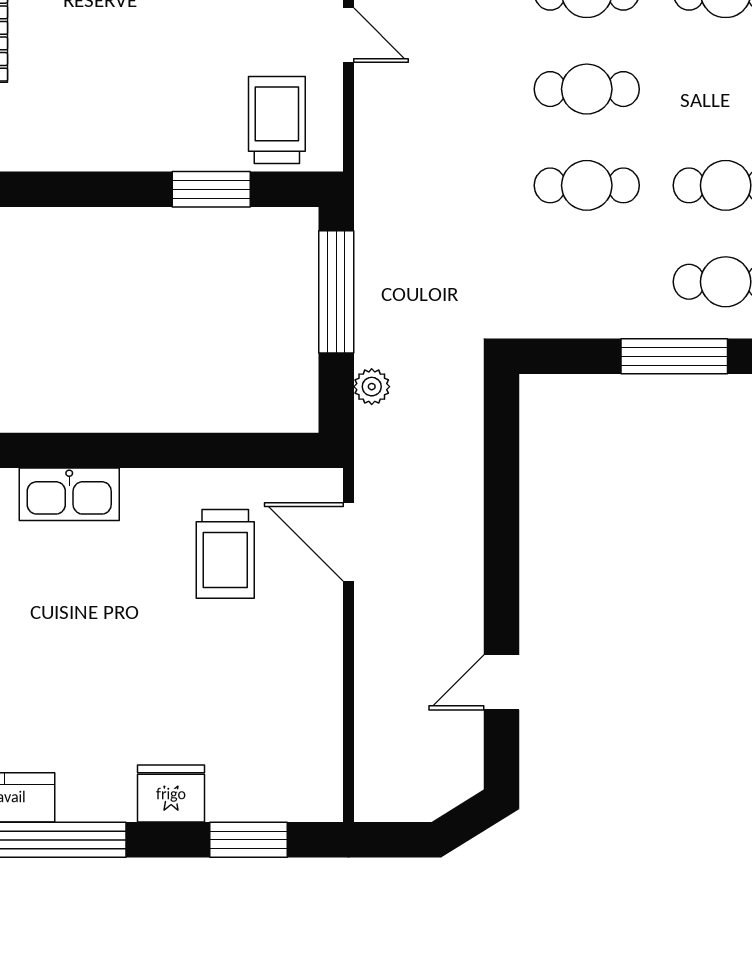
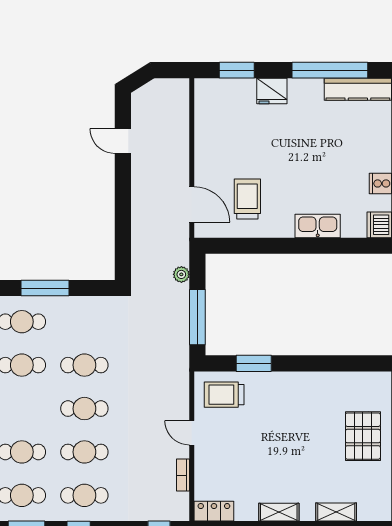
trolley: (277, 120) -> (224, 395), turned 90
door: (501, 682) -> (123, 141), swing flipped

